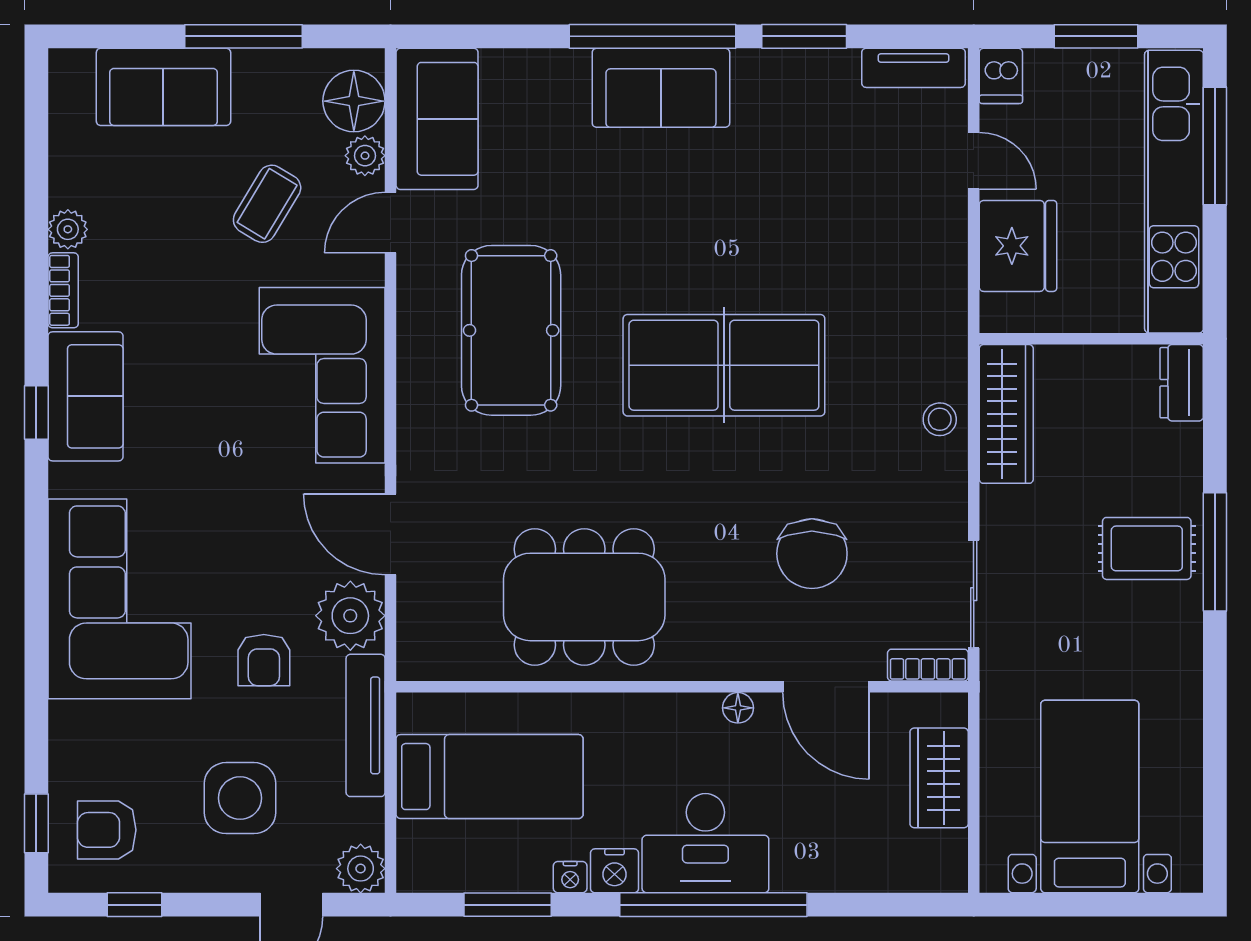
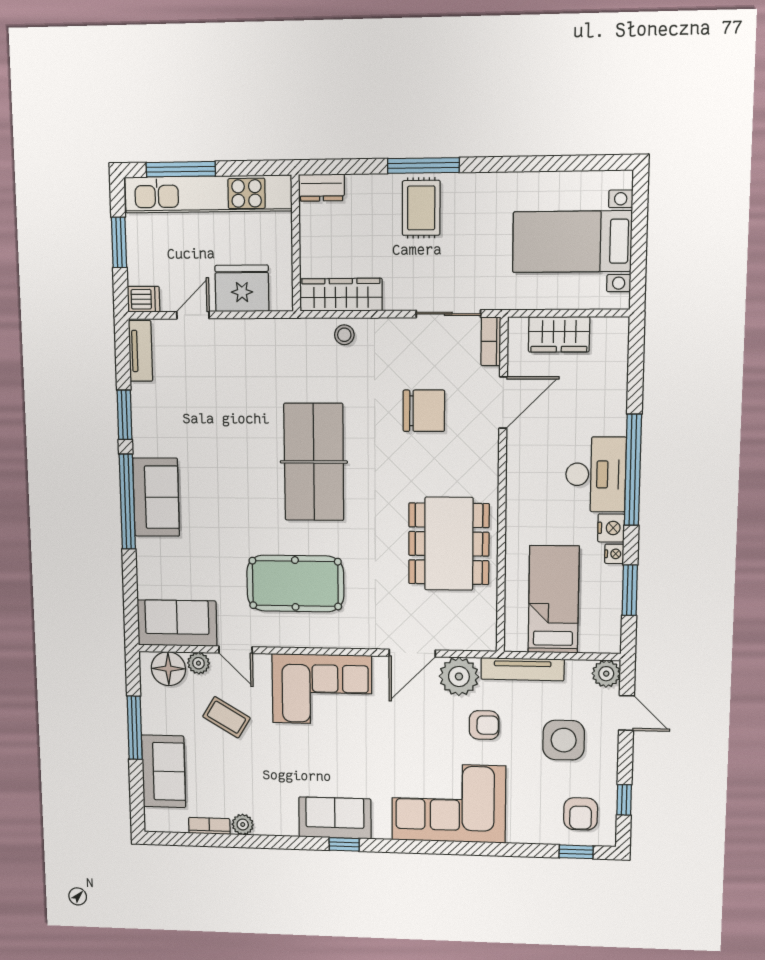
bookcase: (63, 290) -> (209, 826), moved
floor lamp: (738, 708) -> (515, 455), removed

